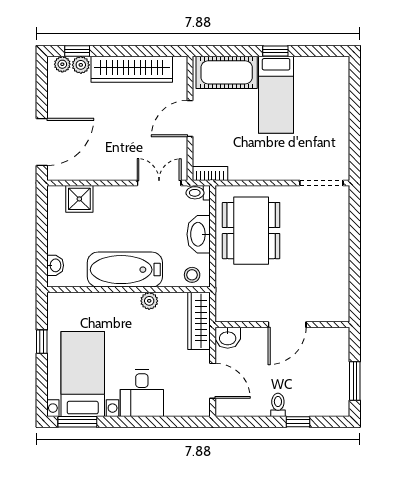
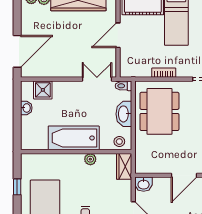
bookcase: (210, 174) -> (164, 73), moved
washbasin: (55, 265) -> (26, 108), moved
wardrobe: (199, 321) -> (124, 166), width x0.67

